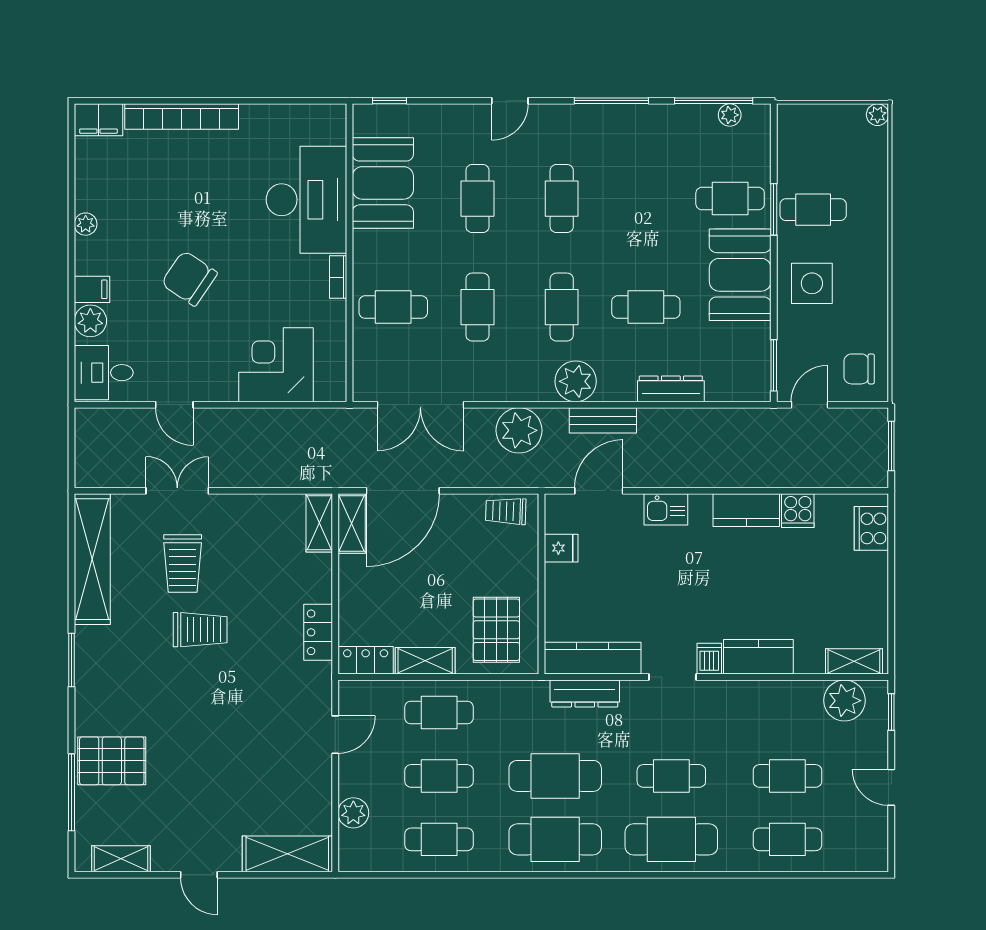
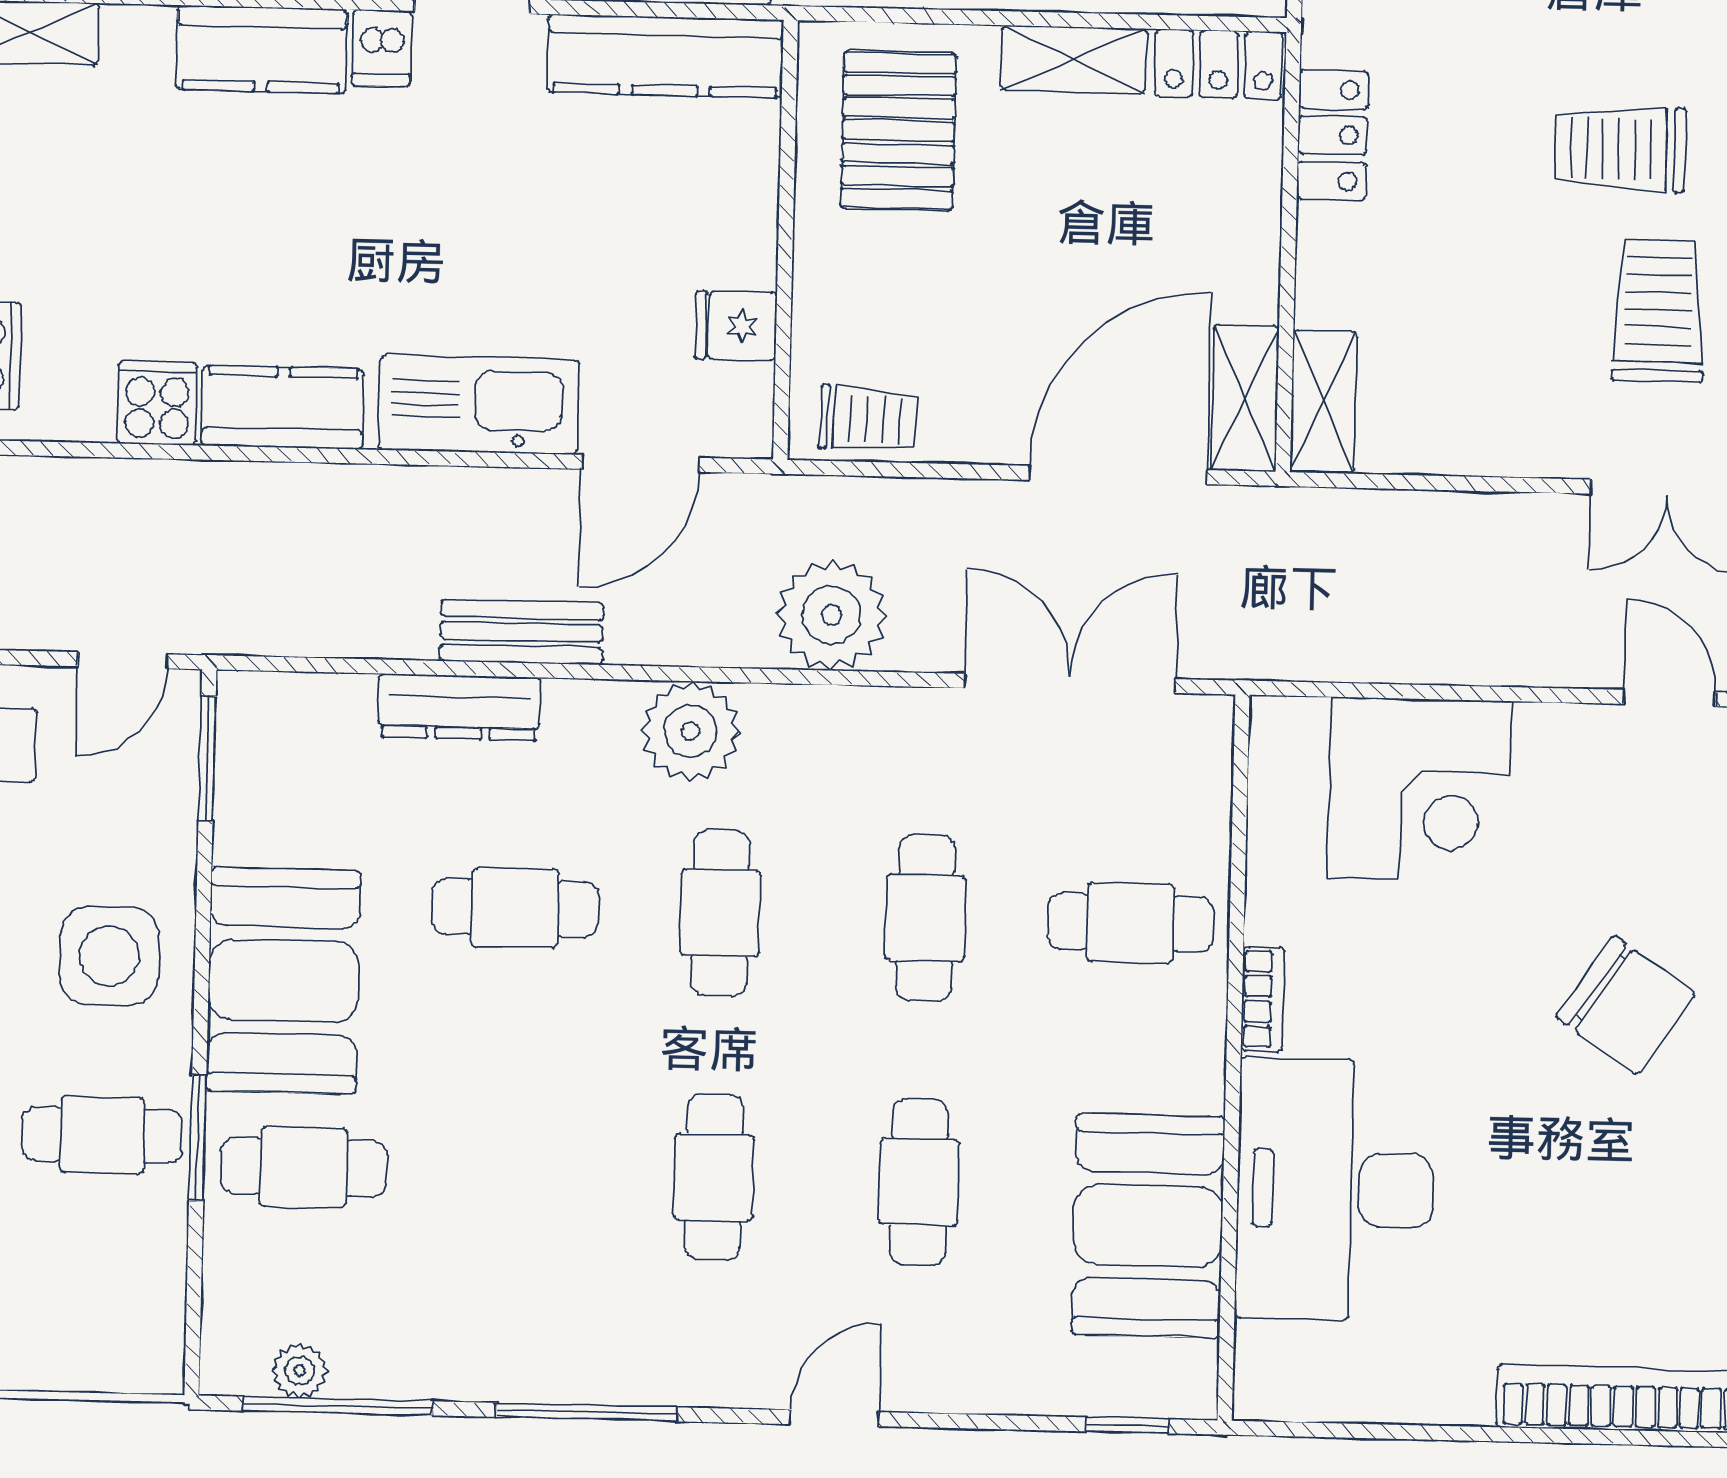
bench: (603, 420) -> (522, 632), moved
kitchen sink: (666, 509) -> (479, 405), width x1.88, depth x1.24

